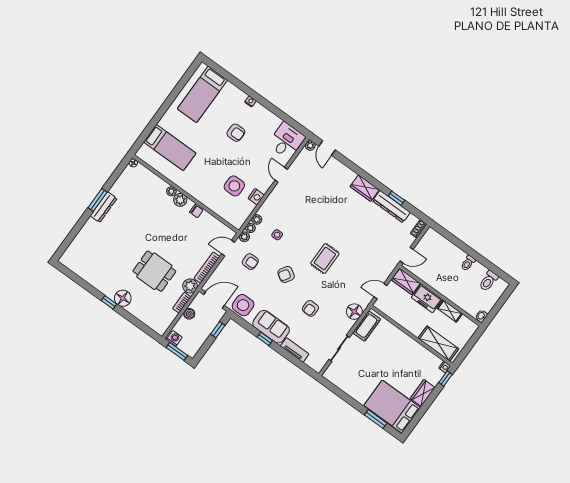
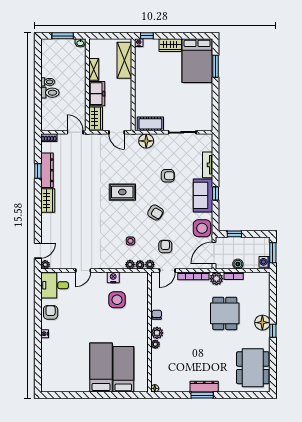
bed: (202, 94) -> (101, 368), moved, turned -90
armchair: (236, 133) -> (51, 312), moved
door: (228, 248) -> (167, 271), hinge flipped
dining table: (89, 261) -> (253, 368), added
toilet: (489, 281) -> (50, 93), moved
door: (214, 300) -> (214, 253), hinge flipped
window: (499, 305) -> (63, 36), added

